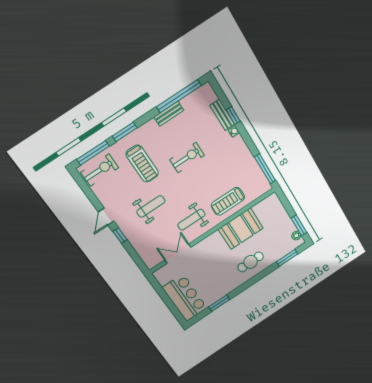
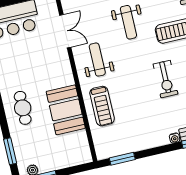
window: (265, 169) -> (122, 159), width x0.69
treadmill: (228, 201) -> (102, 106), turned 180

